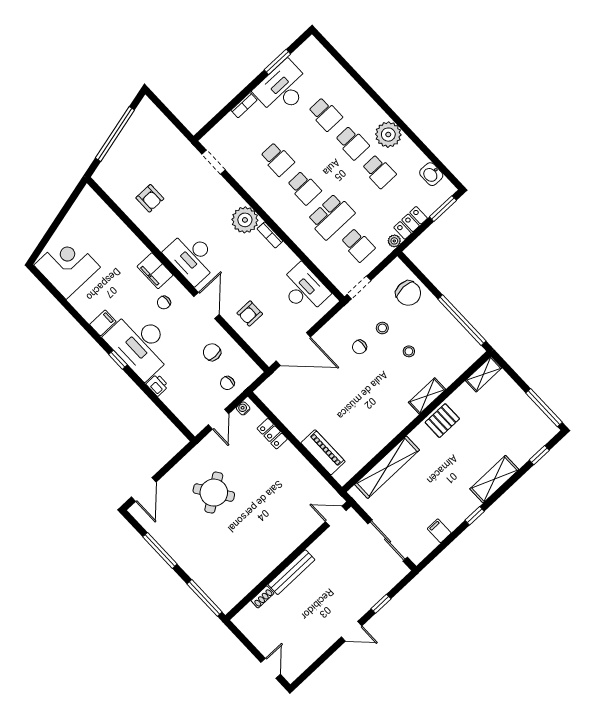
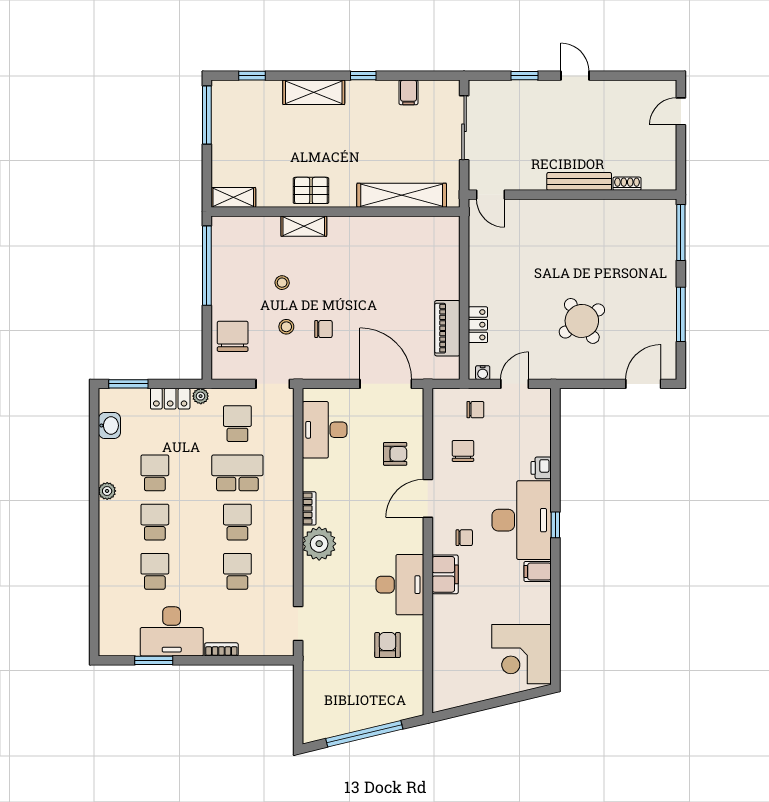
plant: (388, 135) -> (107, 491), width x0.53, depth x0.53
desk: (192, 257) -> (400, 585), moved
chair: (212, 352) -> (463, 451), turned 180
piano: (323, 452) -> (447, 328), moved

